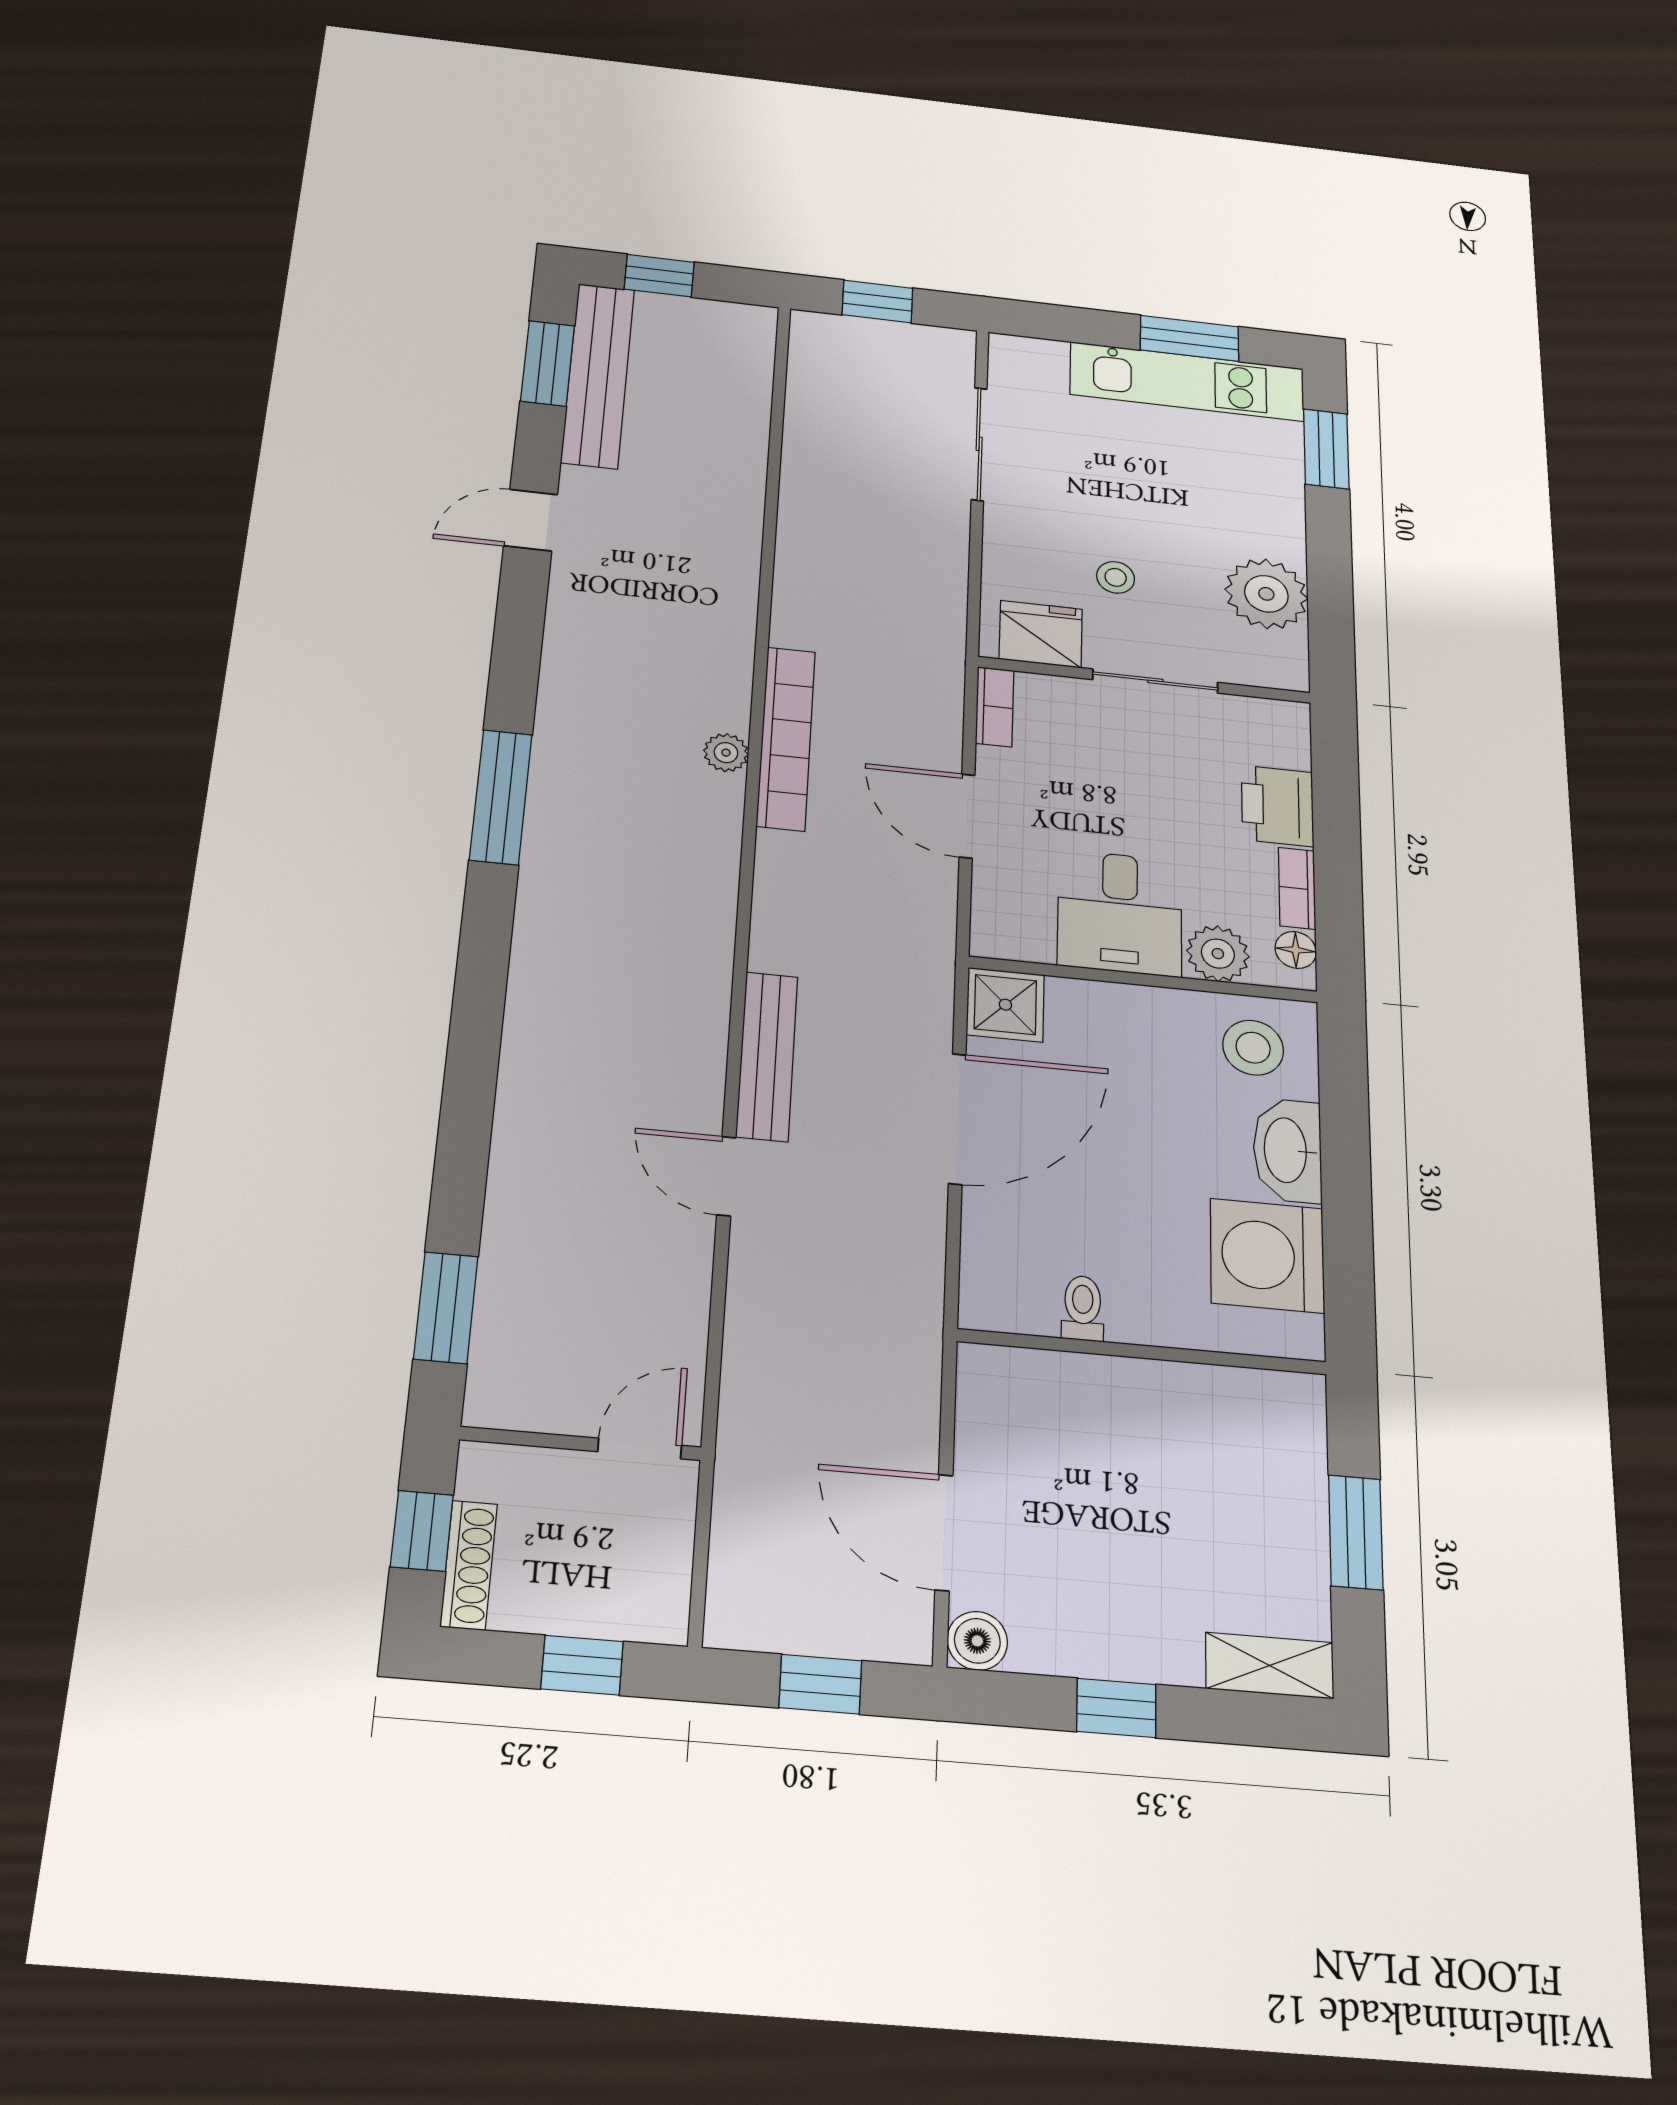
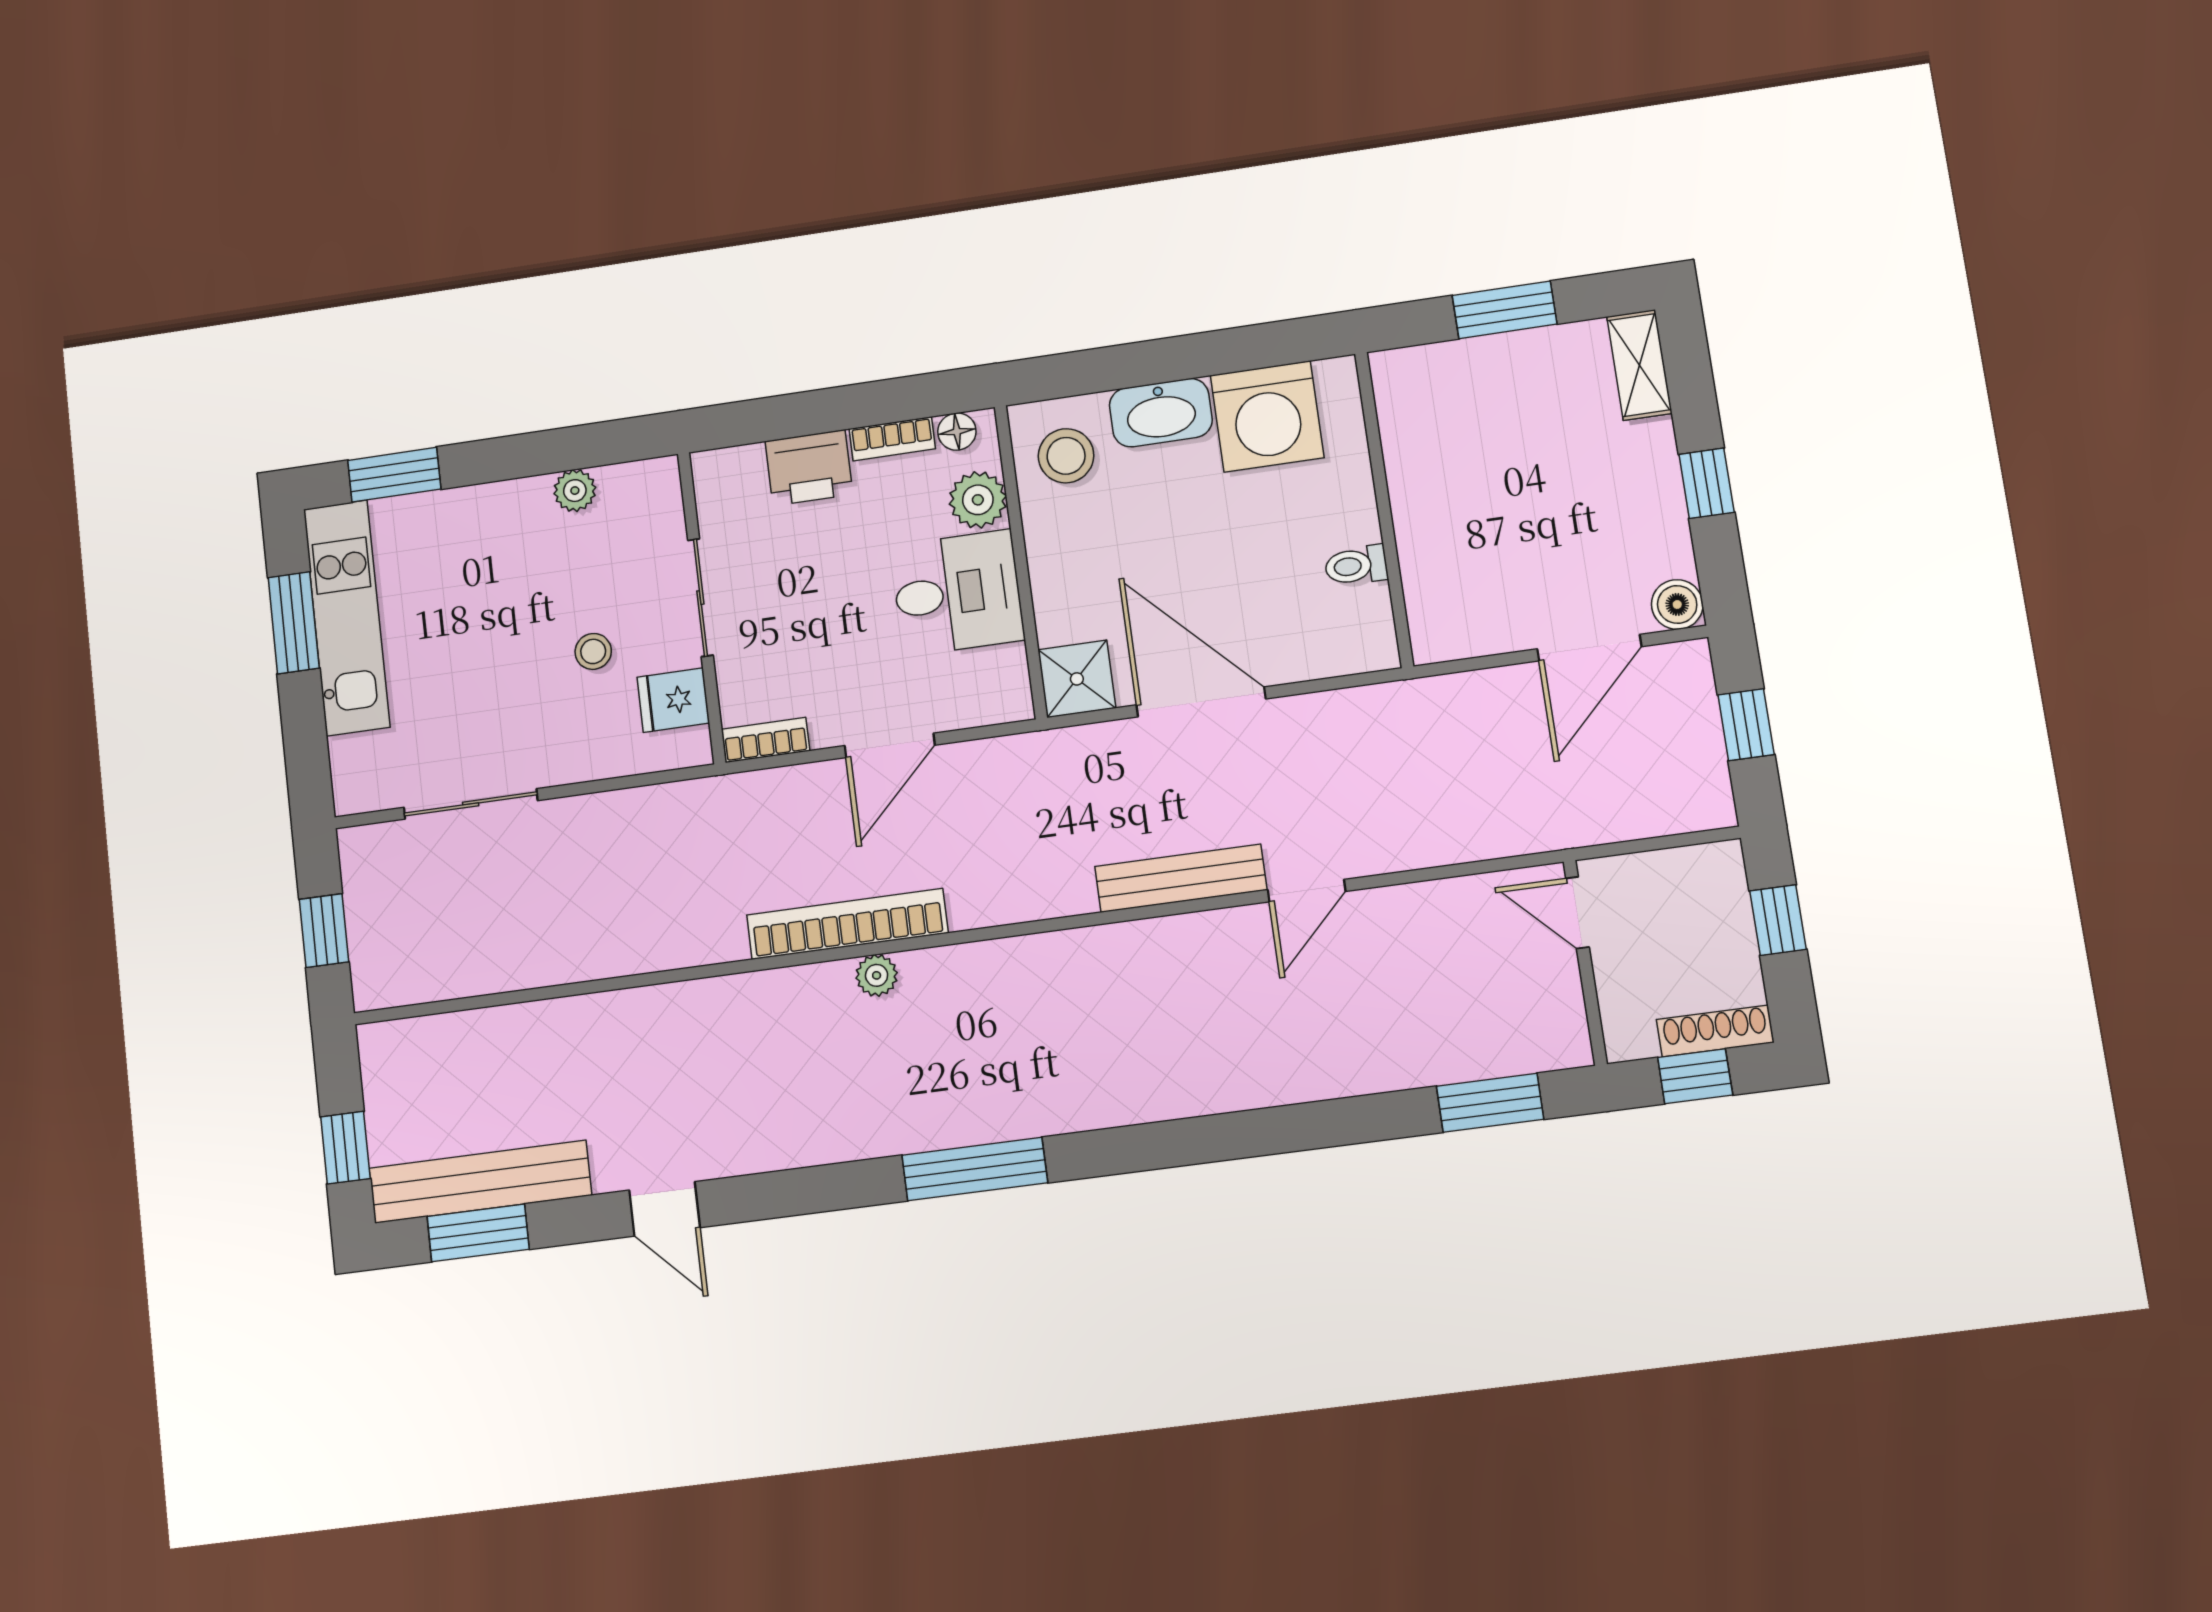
plant: (1266, 594) -> (575, 491), width x0.53, depth x0.53
fridge: (1041, 634) -> (673, 700), width x0.72

